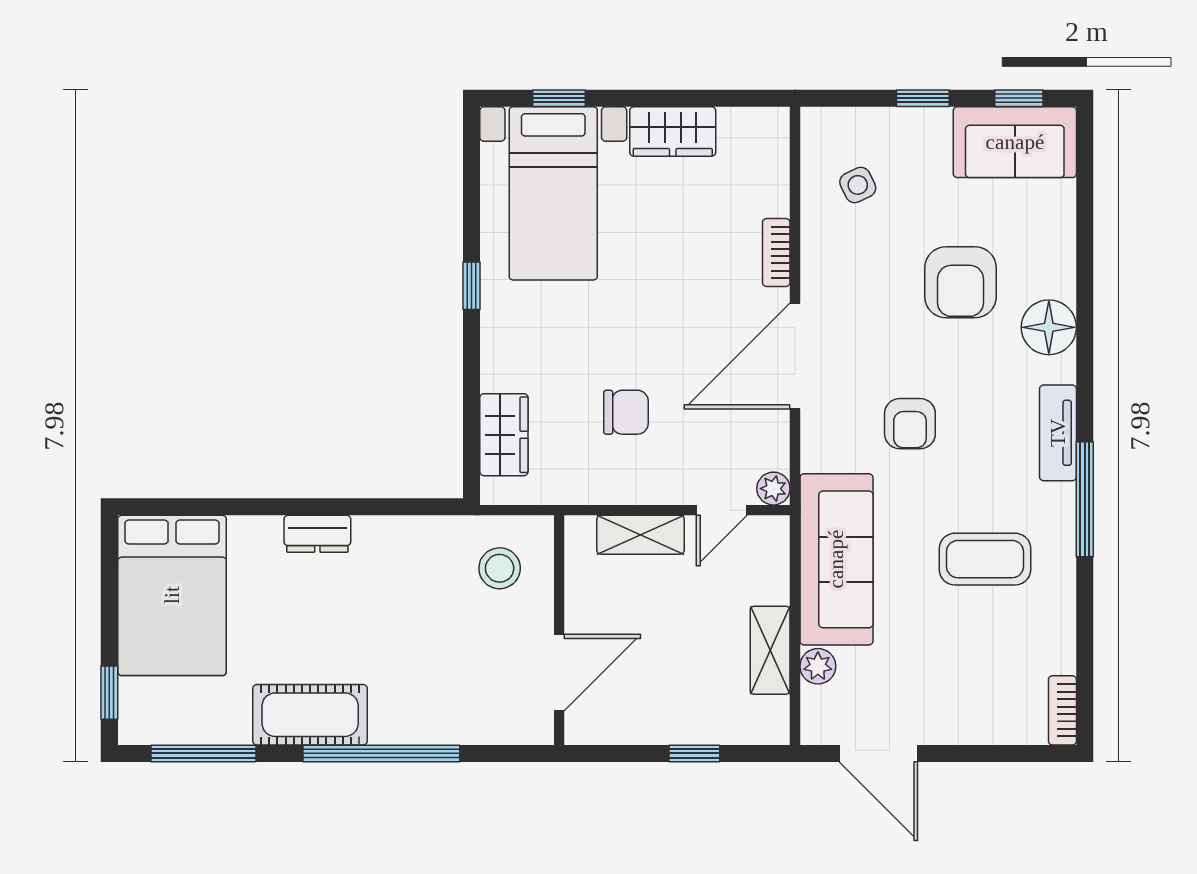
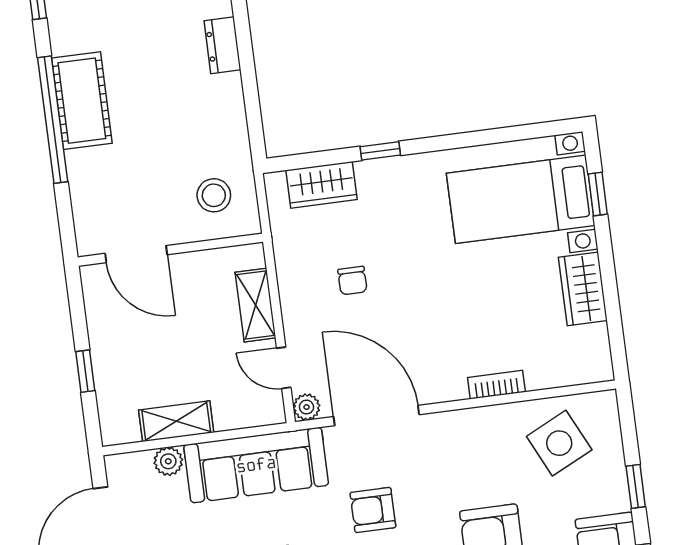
side table: (858, 185) -> (559, 443), width x1.87, depth x1.87
window: (472, 286) -> (380, 151), moved
door: (795, 356) -> (376, 416), moved
chair: (626, 412) -> (352, 281), width x0.73, depth x0.73
cot: (310, 715) -> (82, 101), moved

